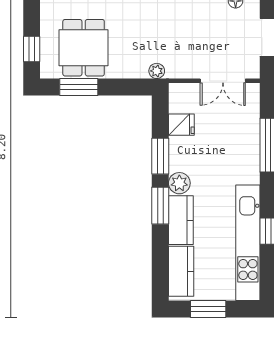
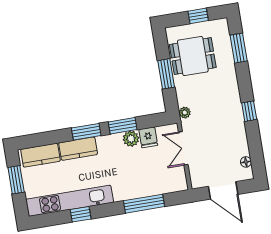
window: (32, 49) -> (198, 16), moved
double door: (223, 81) -> (183, 148), moved
window: (79, 87) -> (166, 74), moved
plant: (179, 183) -> (131, 139), moved

